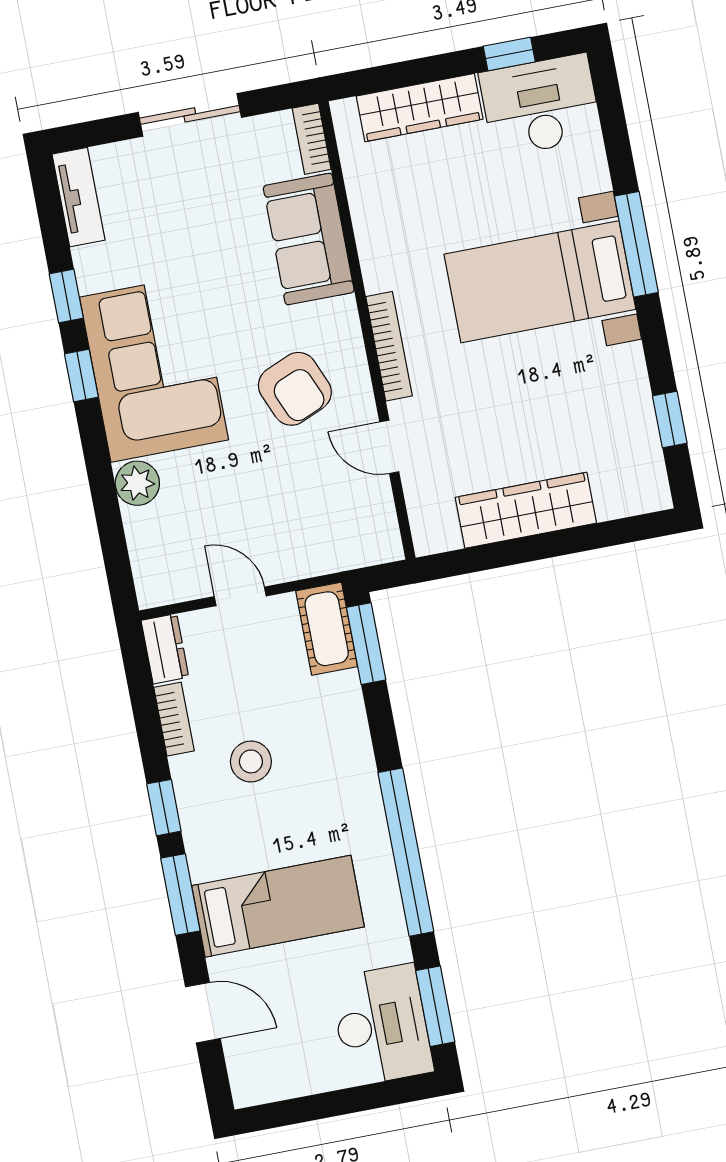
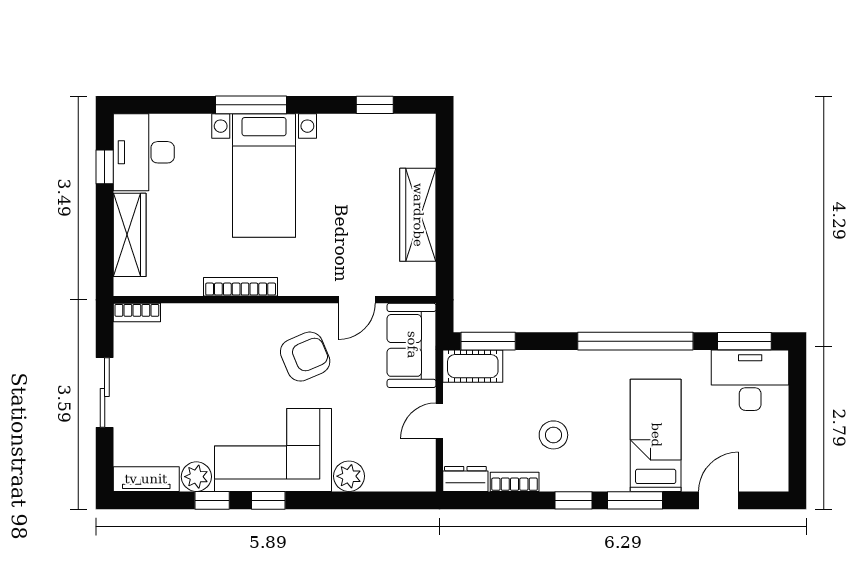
sofa: (309, 239) -> (412, 345), moved, turned 90
plant: (96, 267) -> (196, 477), added
bookcase: (389, 346) -> (241, 287), moved

